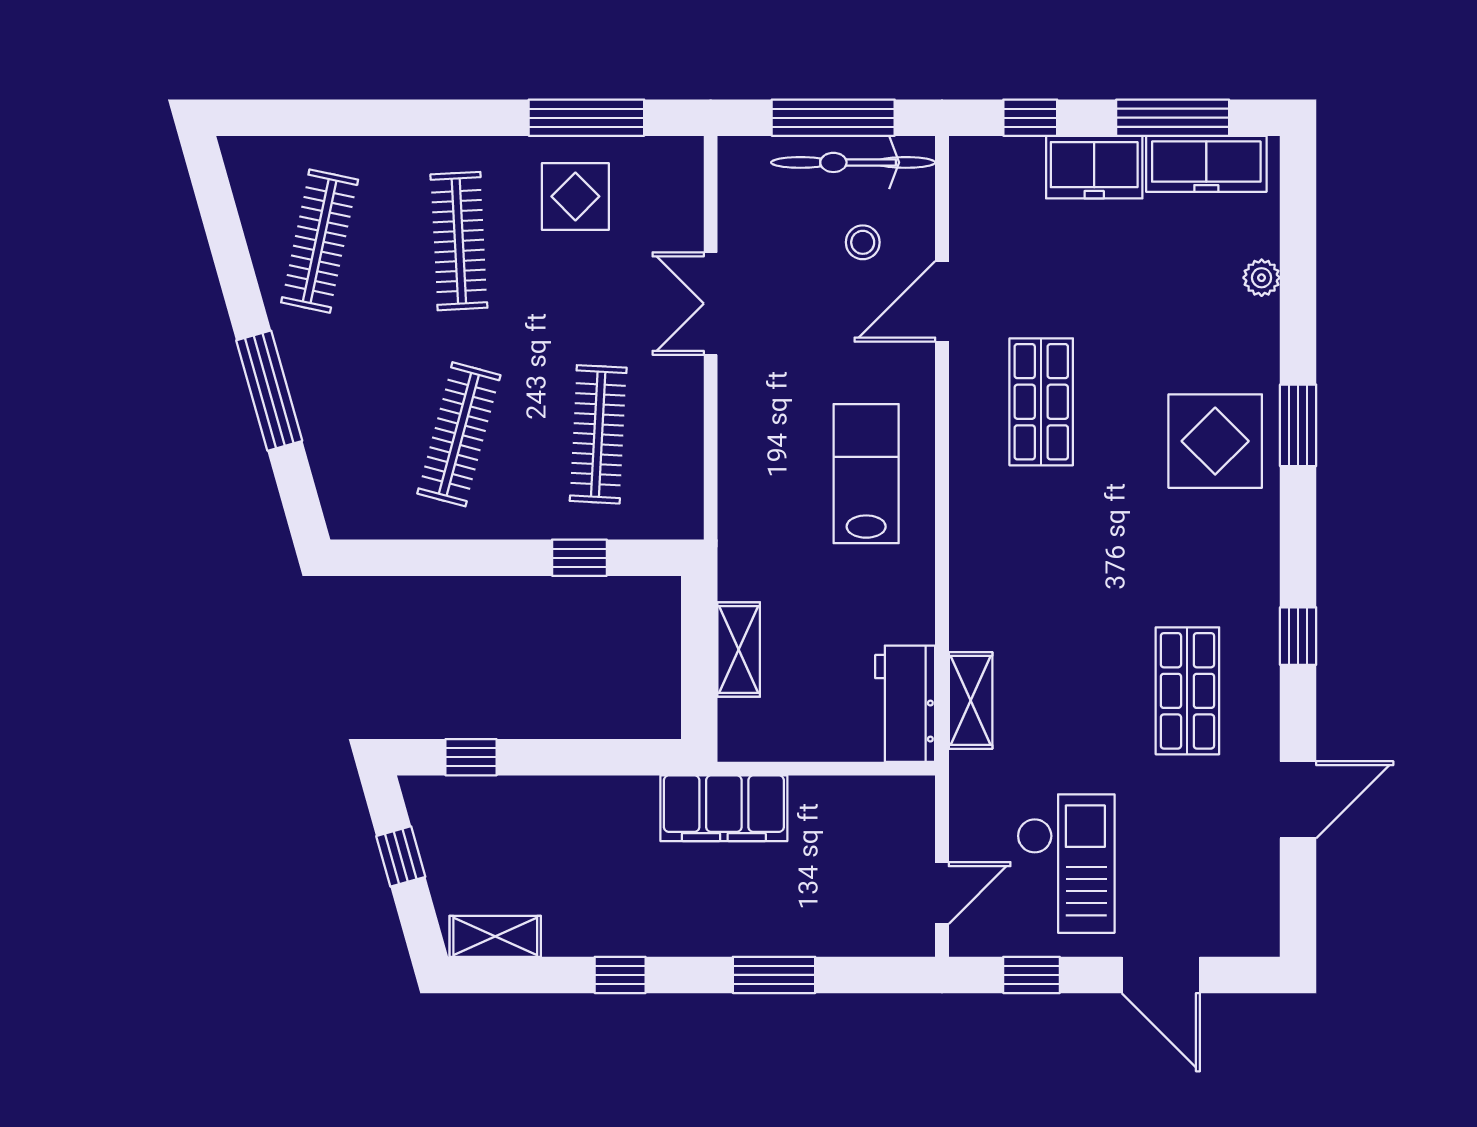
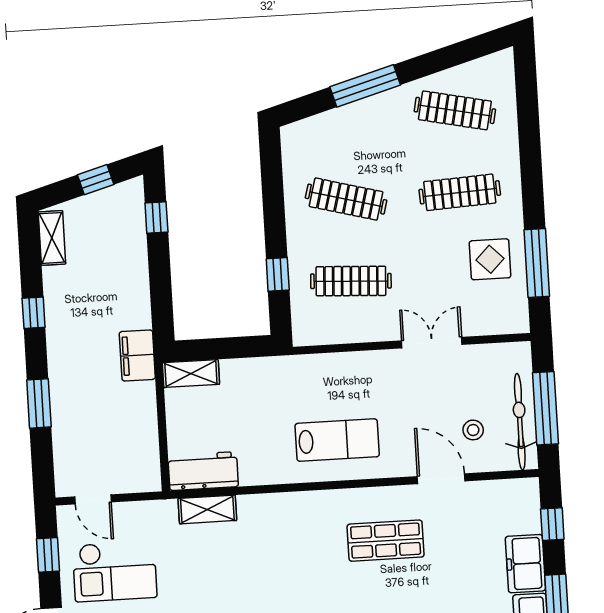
shelving: (739, 649) -> (191, 374), moved
filing cabinet: (724, 808) -> (137, 355), width x0.67, depth x0.86

